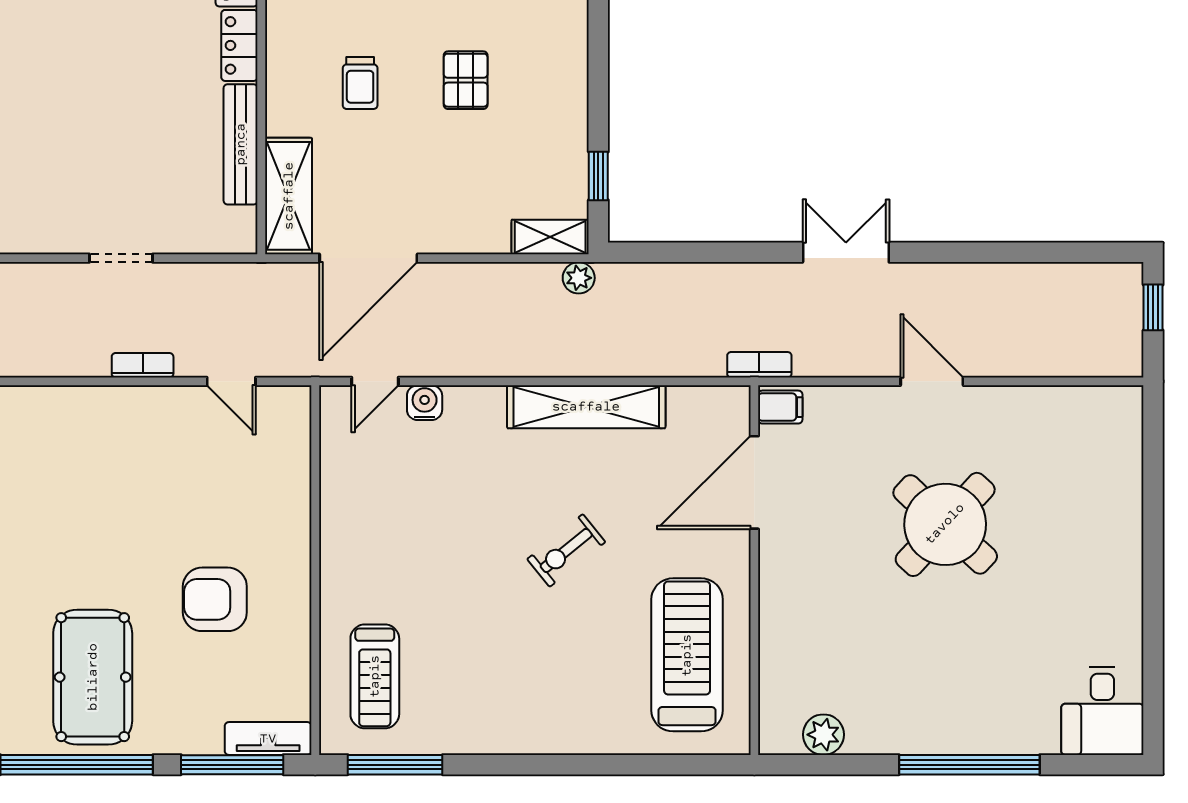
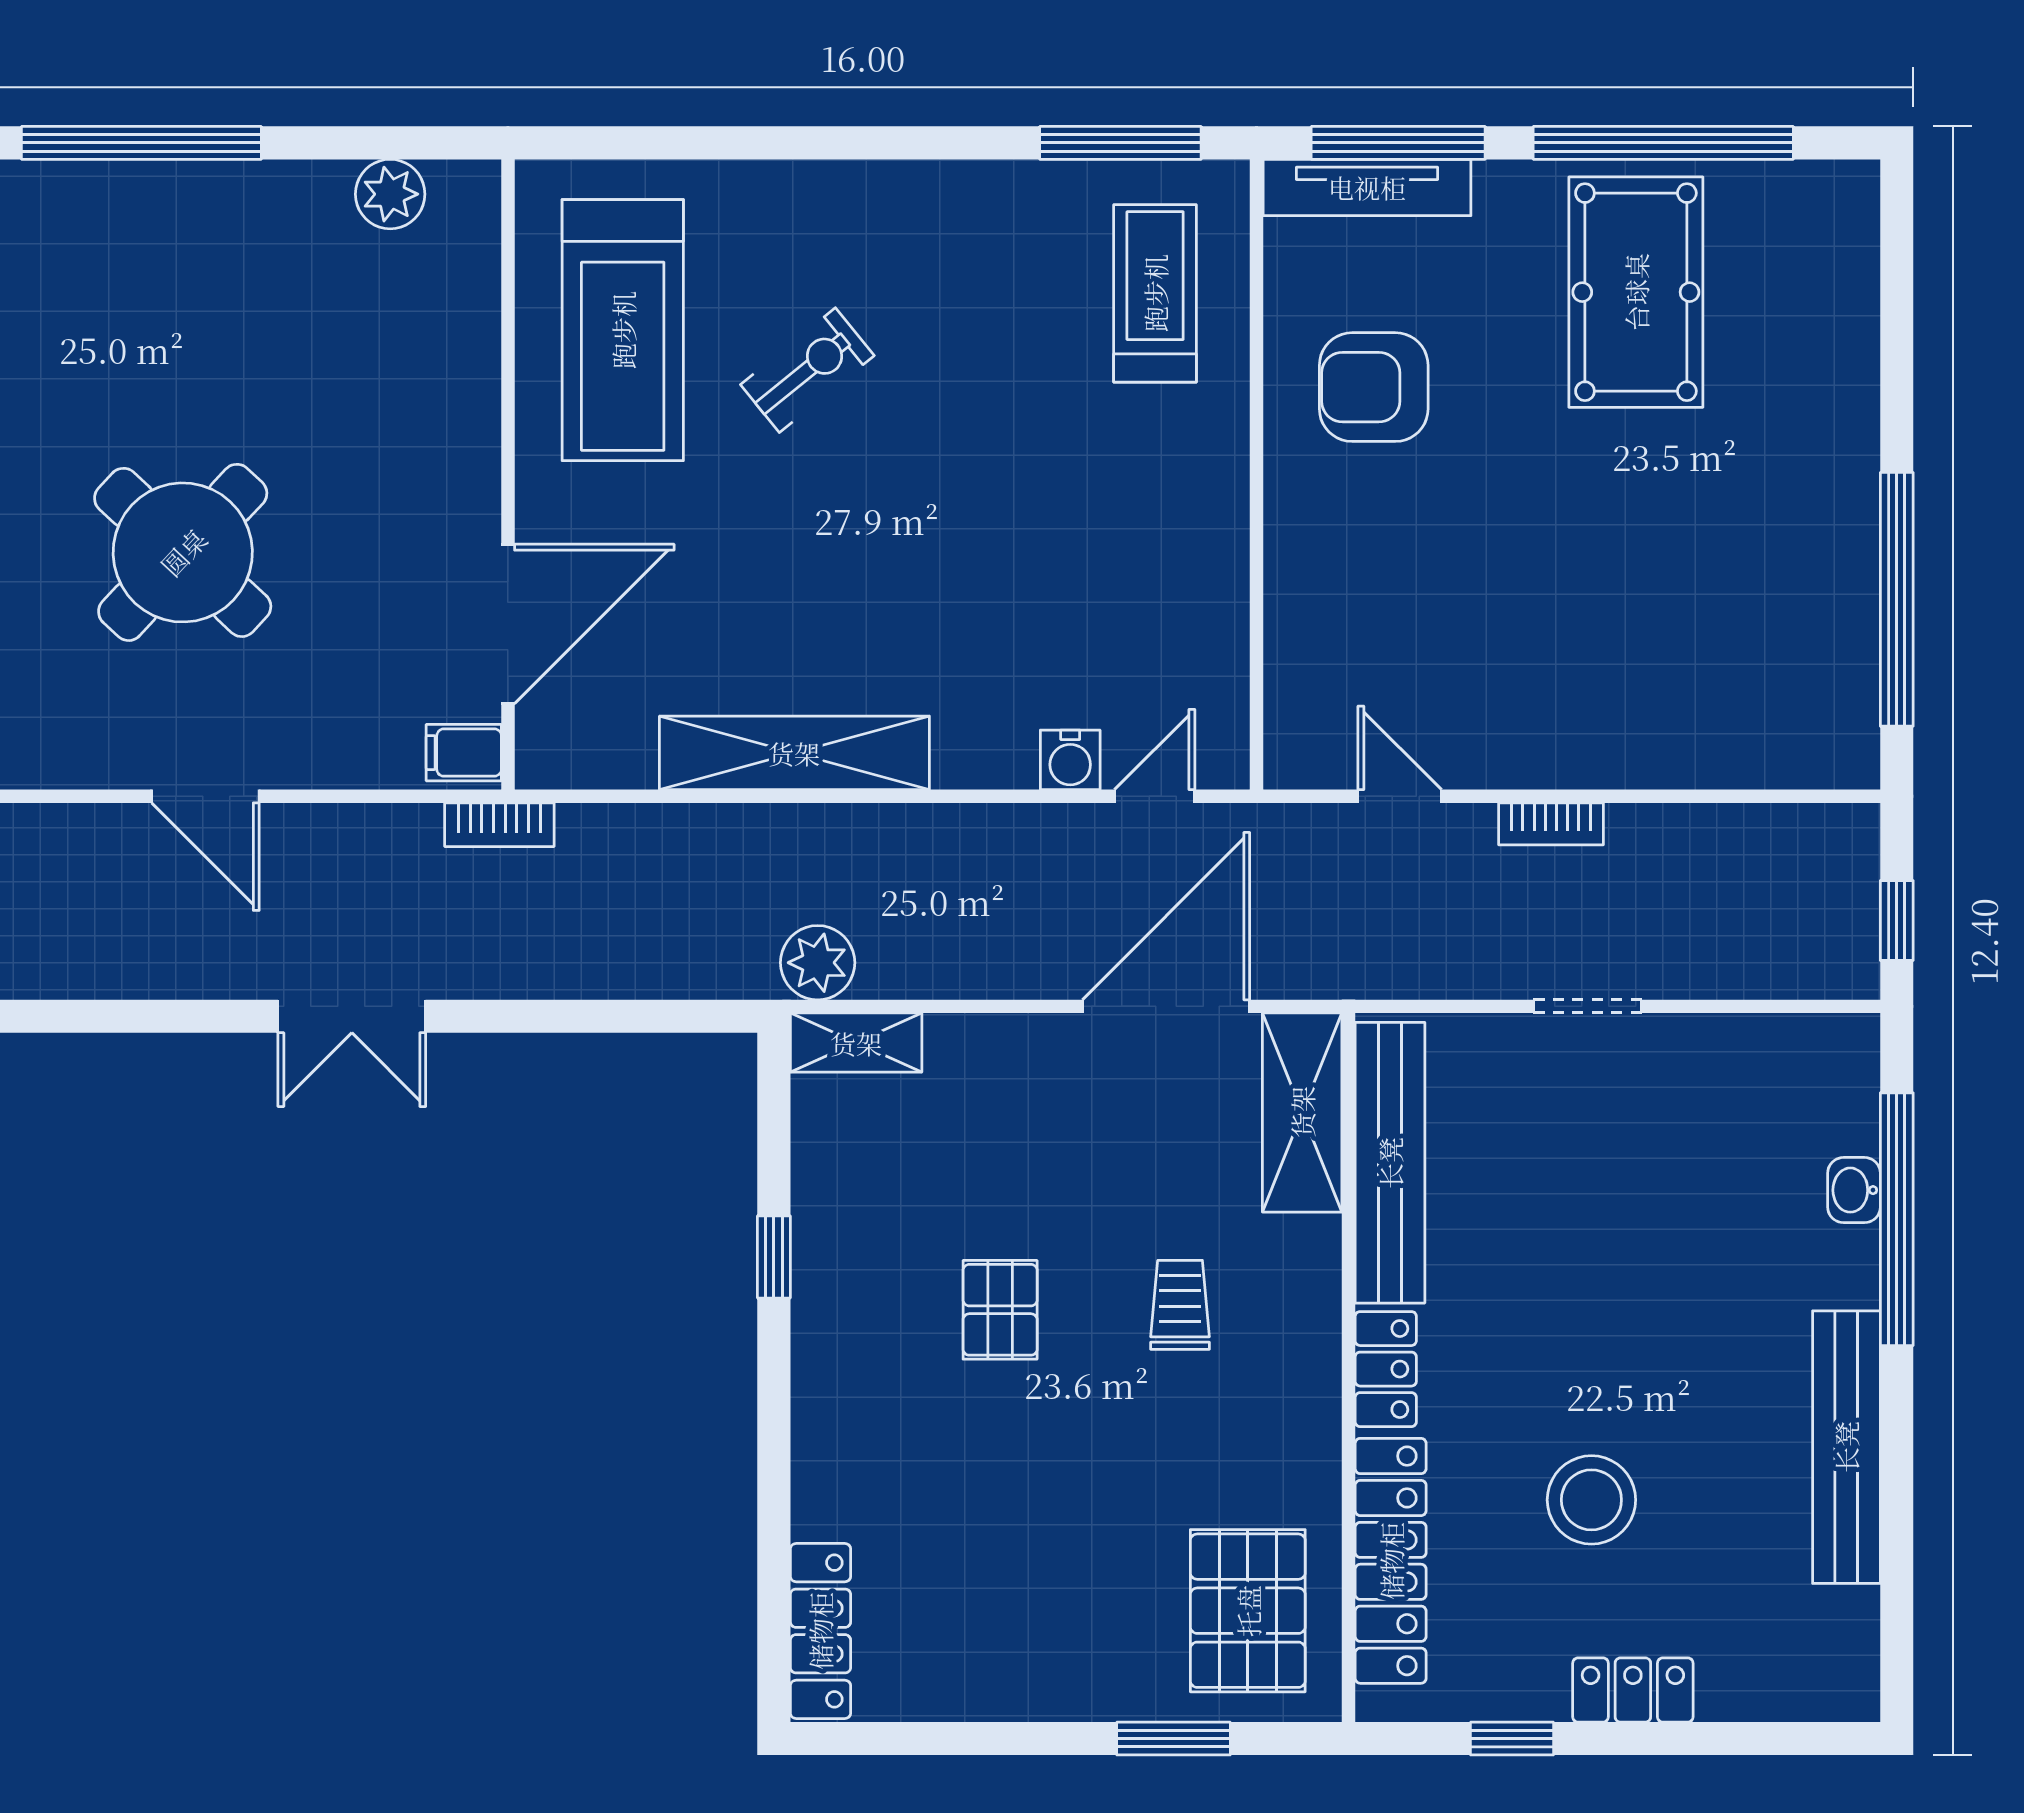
bench: (241, 144) -> (1390, 1163), width x1.37, depth x1.21
window: (598, 176) -> (774, 1257), moved
plant: (579, 278) -> (818, 963), width x1.38, depth x1.38
exercise bike: (566, 550) -> (807, 370), moved
armchair: (215, 599) -> (1374, 387), moved, turned 180
tv unit: (268, 739) -> (1367, 187), width x1.41

